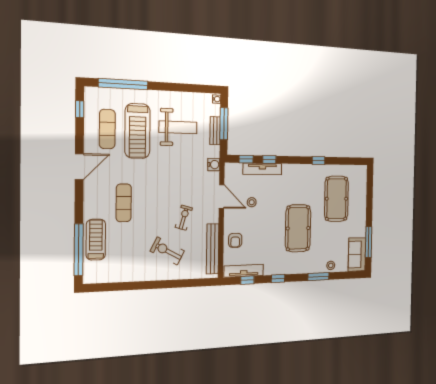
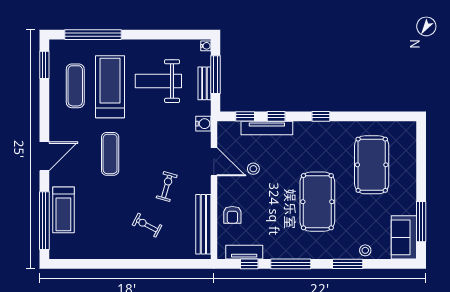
window: (80, 109) -> (44, 65), width x1.50
weight bench: (178, 127) -> (158, 81), turned 180
treadmill: (137, 131) -> (110, 87), turned 180
window: (319, 160) -> (321, 116), moved
door: (79, 167) -> (44, 156), moved
exercise mat: (124, 203) -> (110, 154), moved
treadmill: (96, 240) -> (63, 210), turned 180
exercise bike: (167, 251) -> (147, 225), width x0.73, depth x0.72
tv unit: (244, 271) -> (244, 252), width x0.71
window: (278, 279) -> (291, 264), width x2.17

